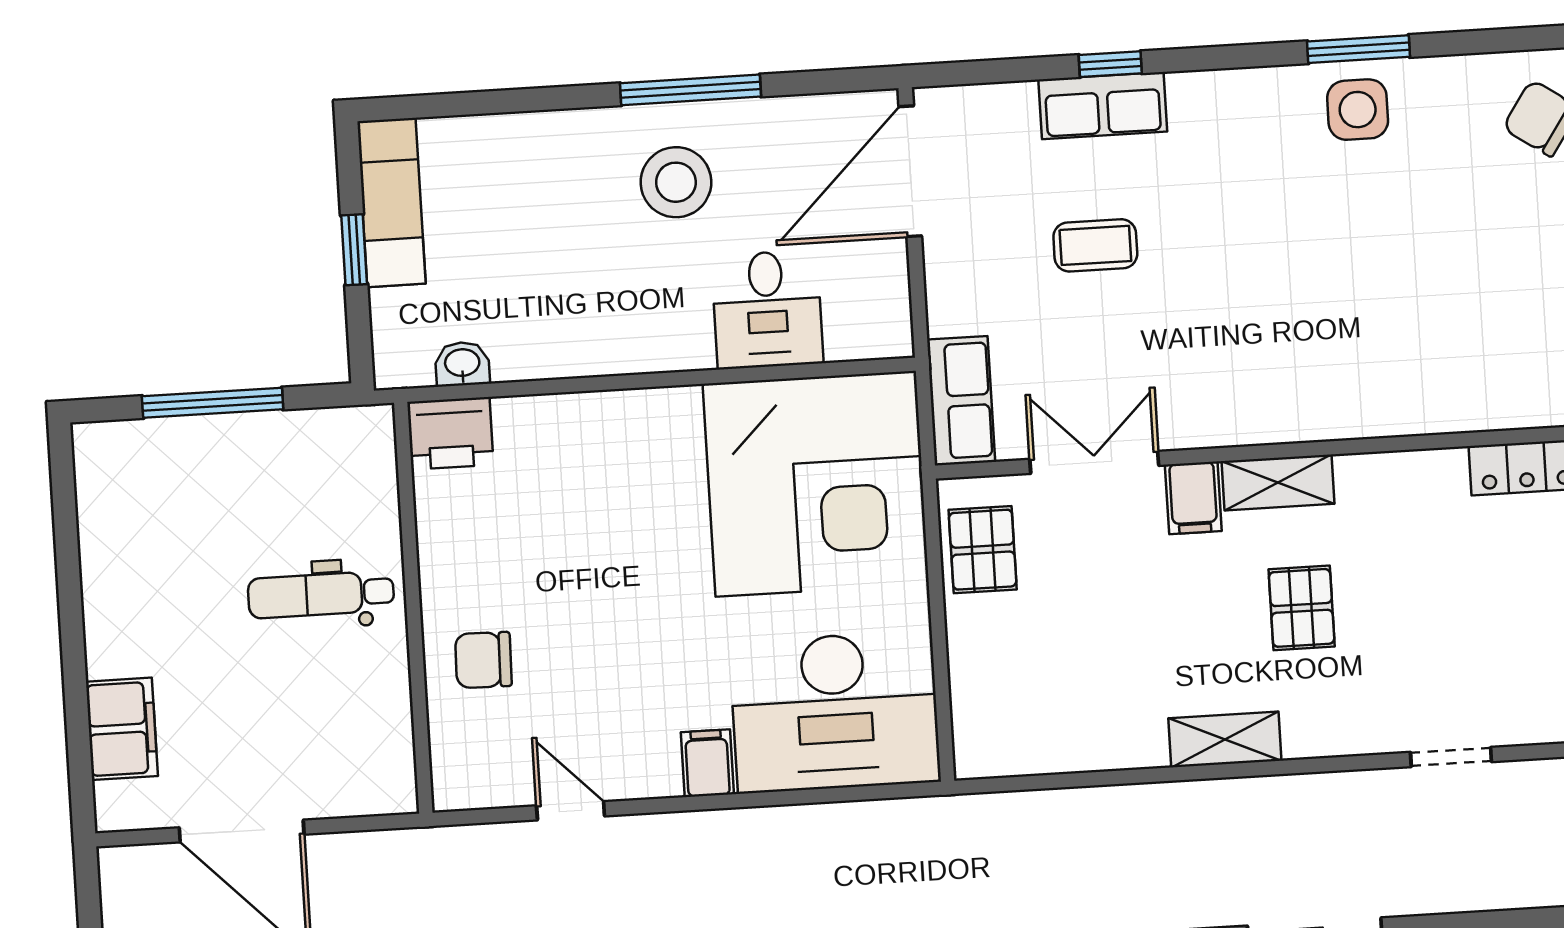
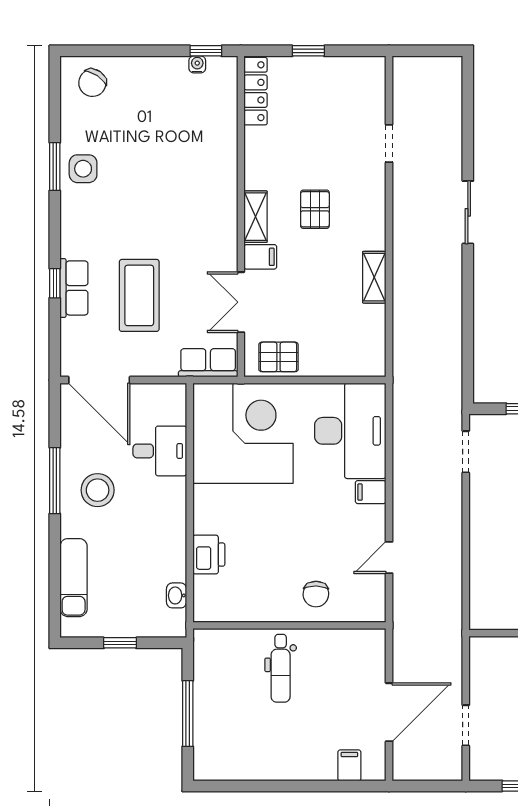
exam couch: (391, 202) -> (74, 578), moved, turned 90
coffee table: (1095, 245) -> (139, 295), width x1.86, depth x1.72
printer: (450, 433) -> (209, 555), moved
pallet: (1302, 608) -> (315, 209), turned 90
filing cabinet: (122, 729) -> (349, 765), width x0.50
shelving: (1225, 739) -> (374, 277), moved

